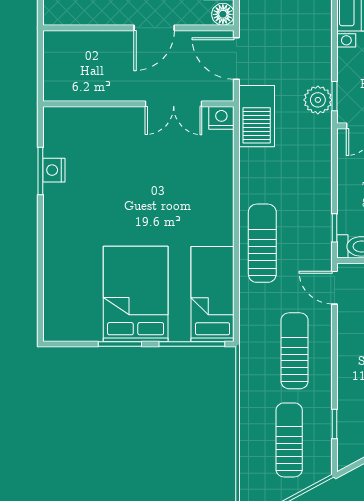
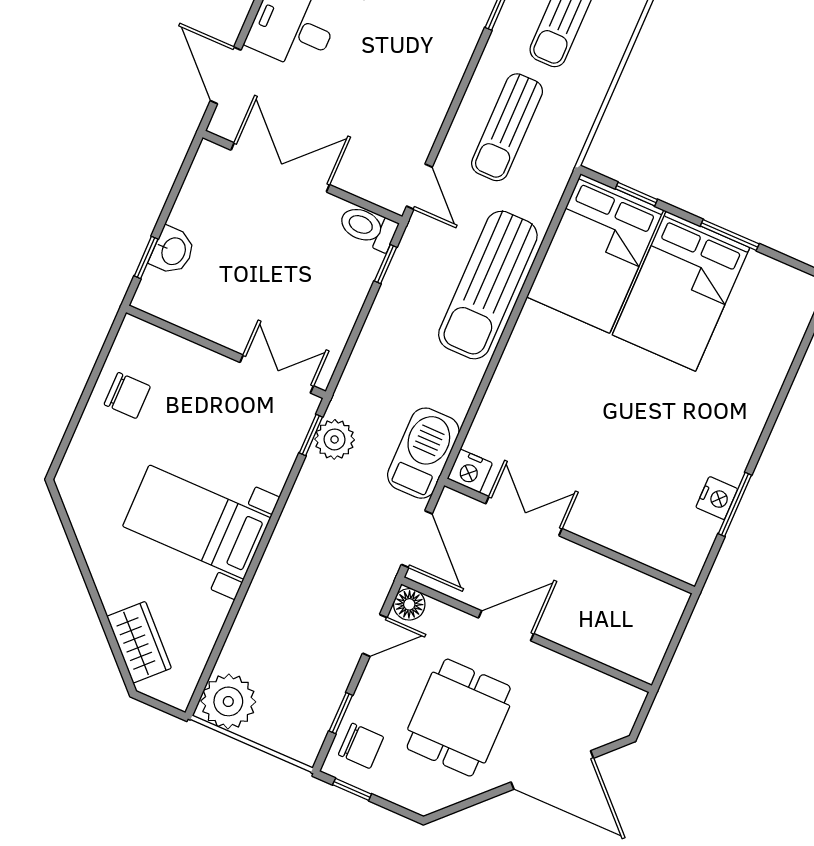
sun lounger: (262, 243) -> (488, 285), width x1.36, depth x1.34
bed: (213, 294) -> (595, 253), width x1.50
window: (192, 344) -> (636, 194), width x0.46

